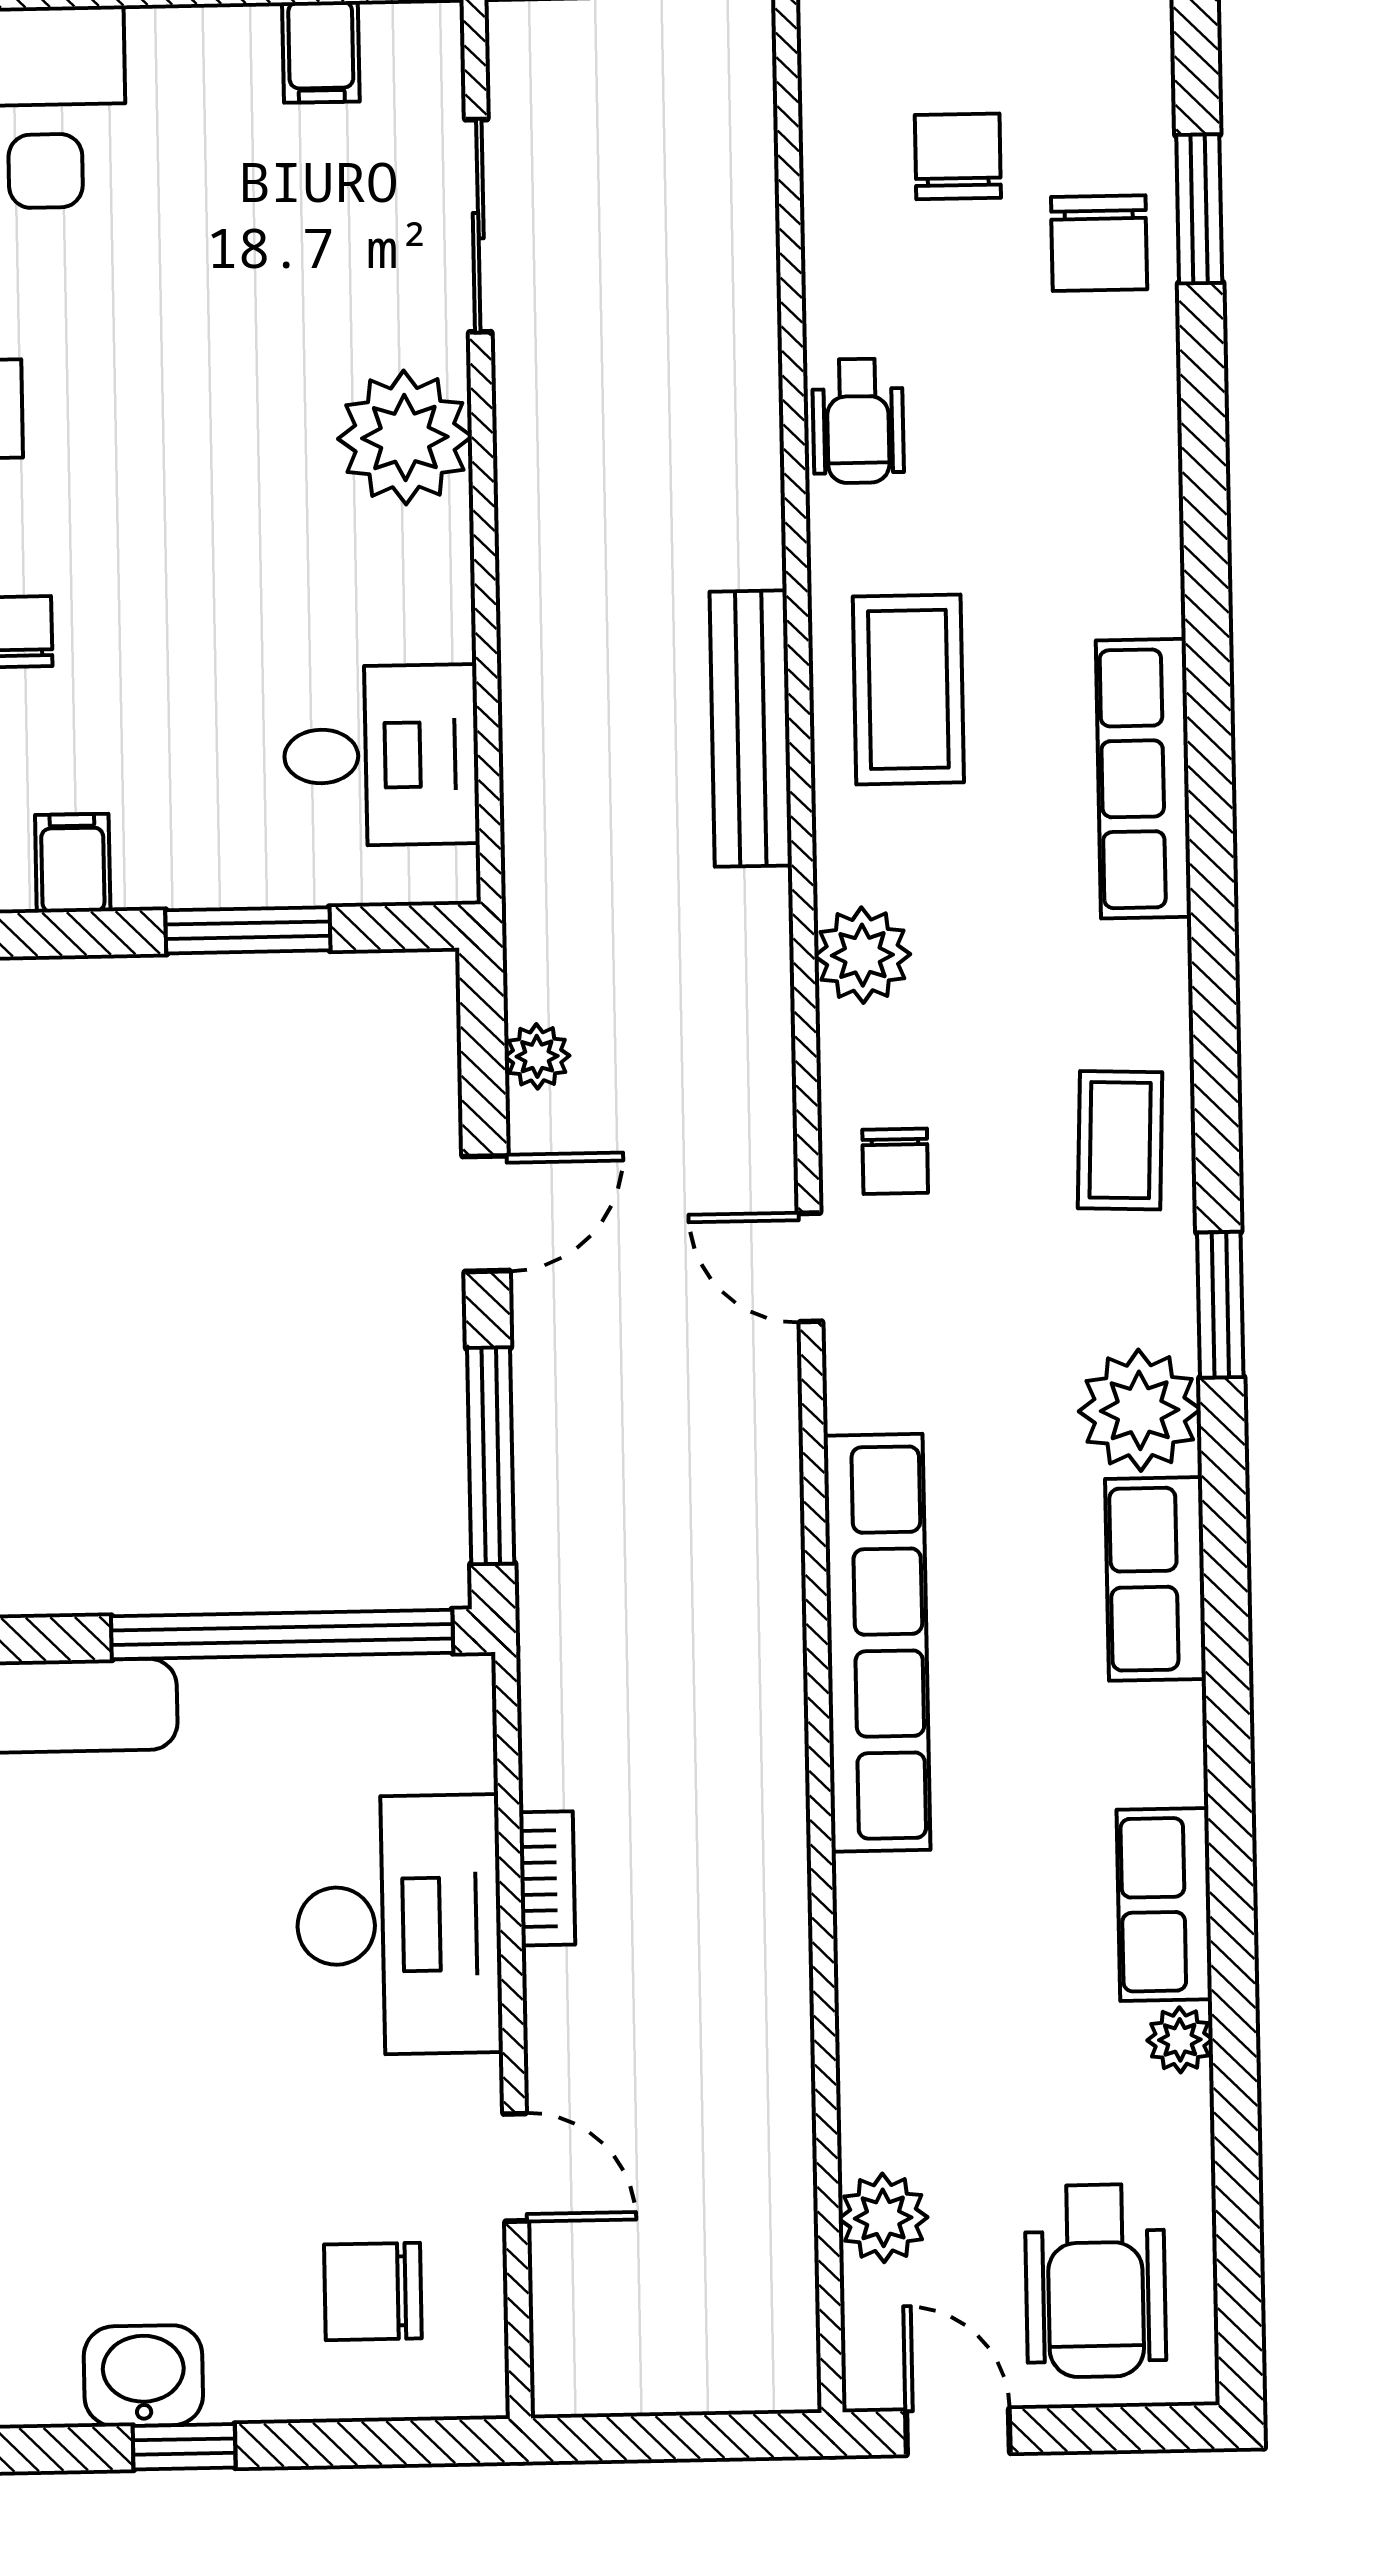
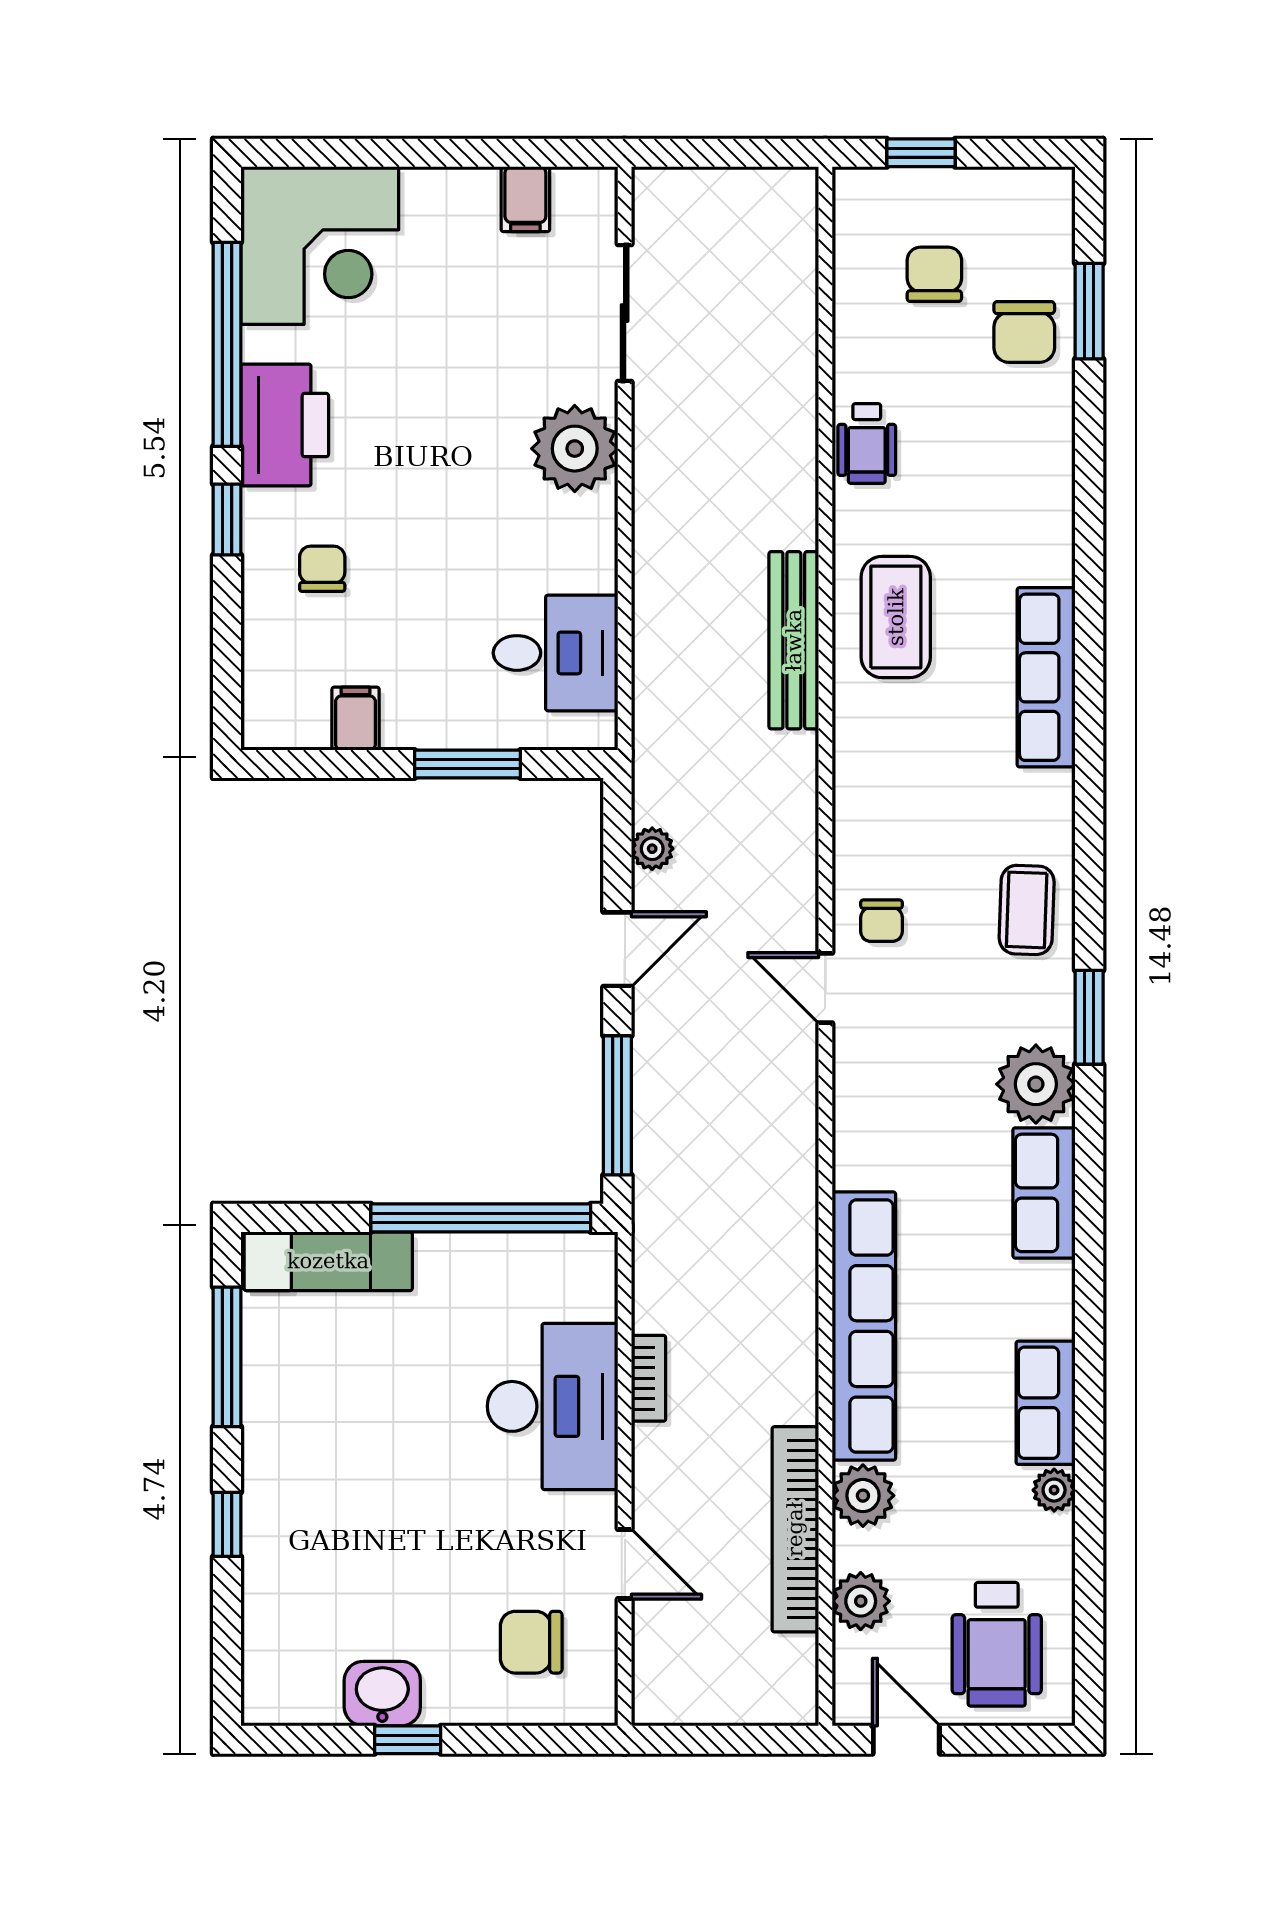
plant: (862, 955) -> (863, 1496), moved
row of seats: (877, 1643) -> (864, 1326), moved
bookcase: (780, 2108) -> (795, 1529), added

